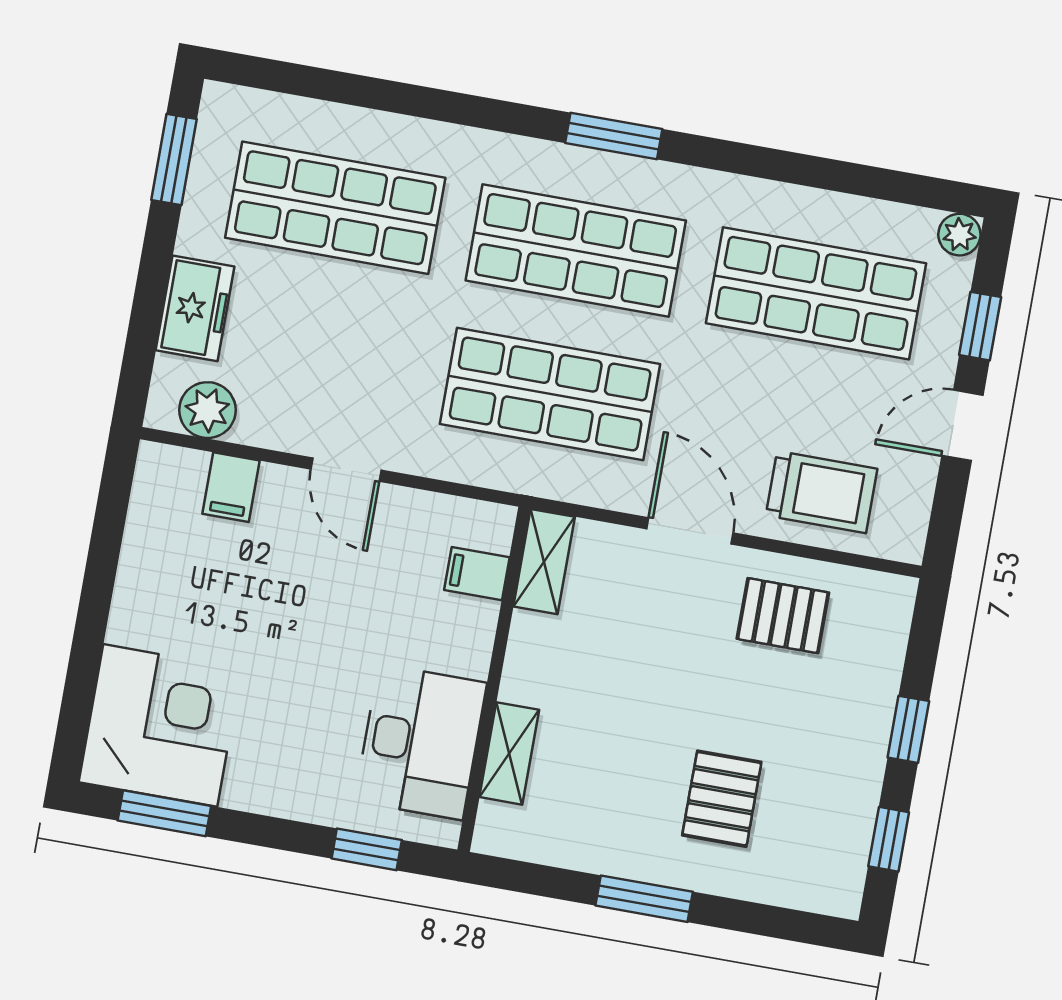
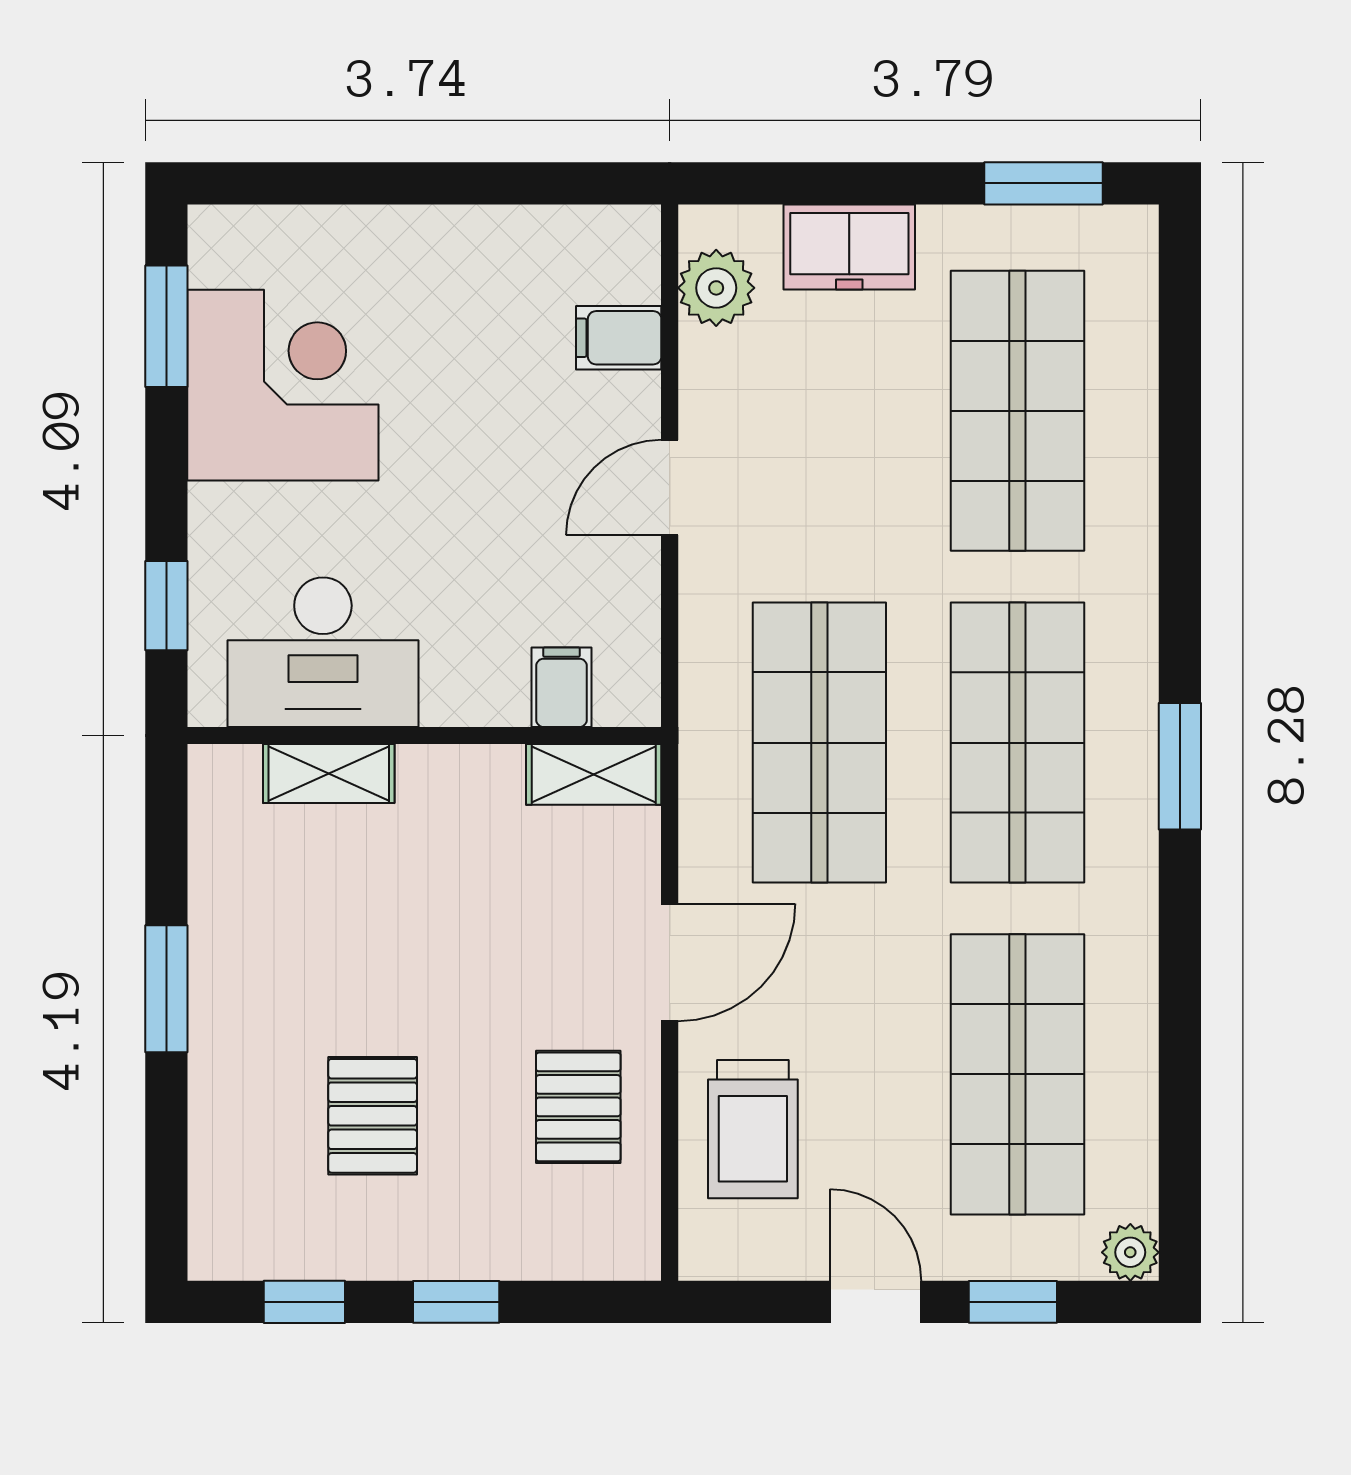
corner desk: (160, 725) -> (283, 385), moved, turned -90
pallet: (722, 799) -> (373, 1116), moved, turned 90

